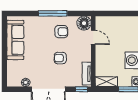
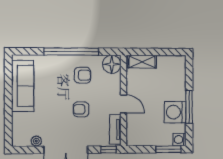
window: (53, 13) -> (71, 52), width x1.46
door: (93, 37) -> (124, 104), moved
shelving: (106, 82) -> (142, 62), moved

